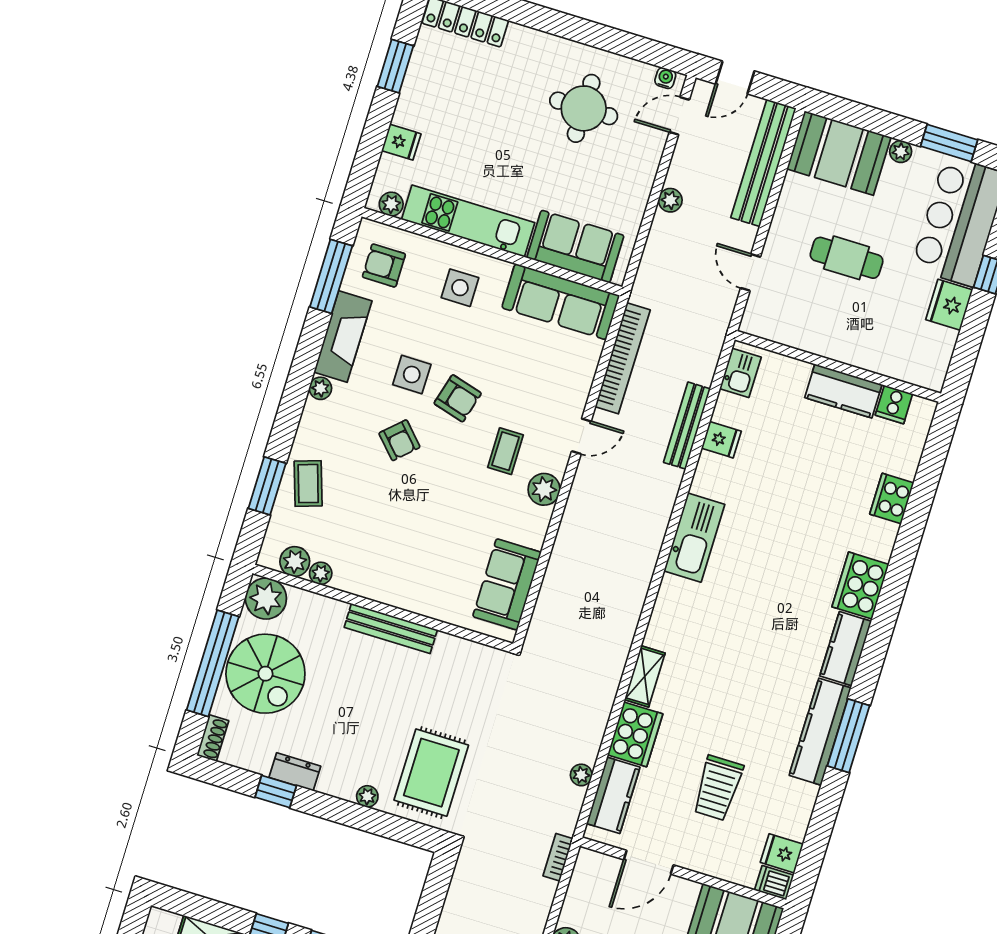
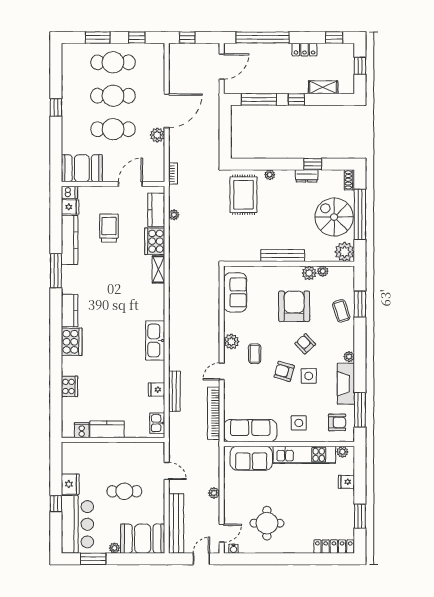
armchair: (399, 521) -> (294, 306), added
plant: (295, 561) -> (309, 273), moved
kitchen counter: (820, 732) -> (70, 240), moved

